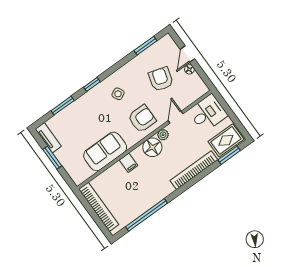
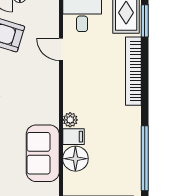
armchair: (142, 119) -> (36, 87), removed
plant: (163, 135) -> (70, 120), moved
floor lamp: (152, 147) -> (75, 159), moved

